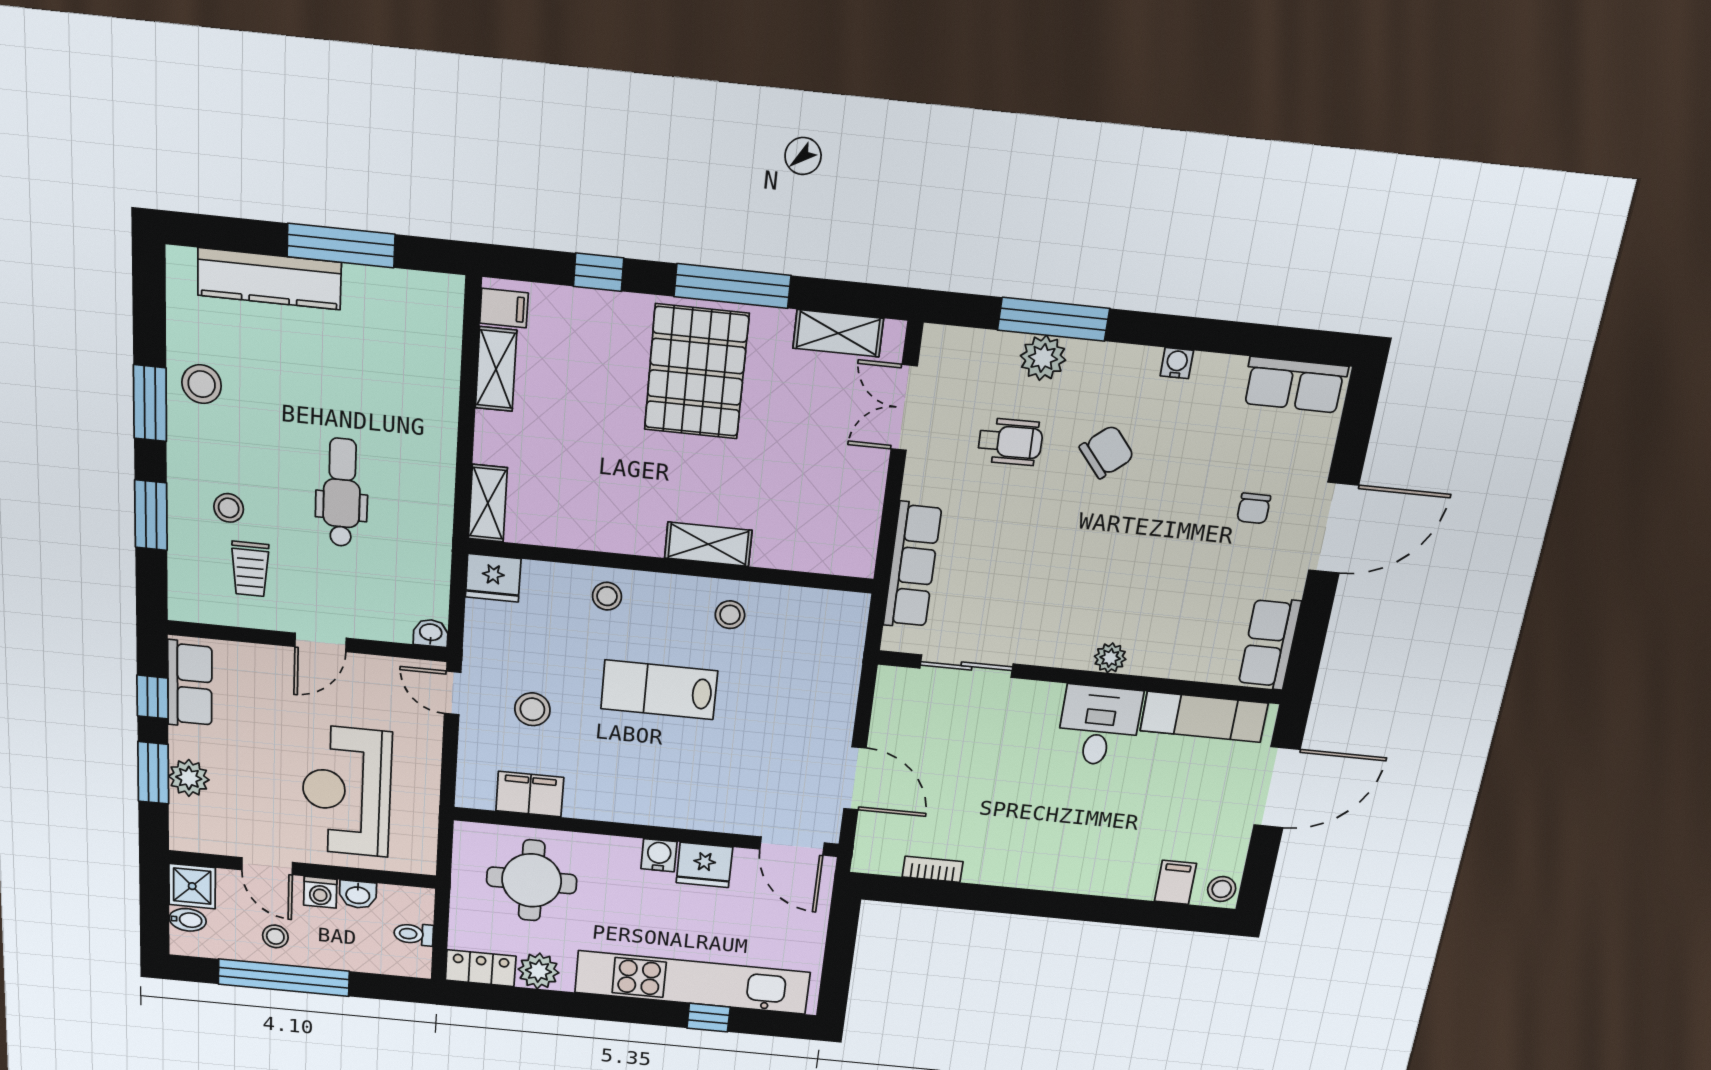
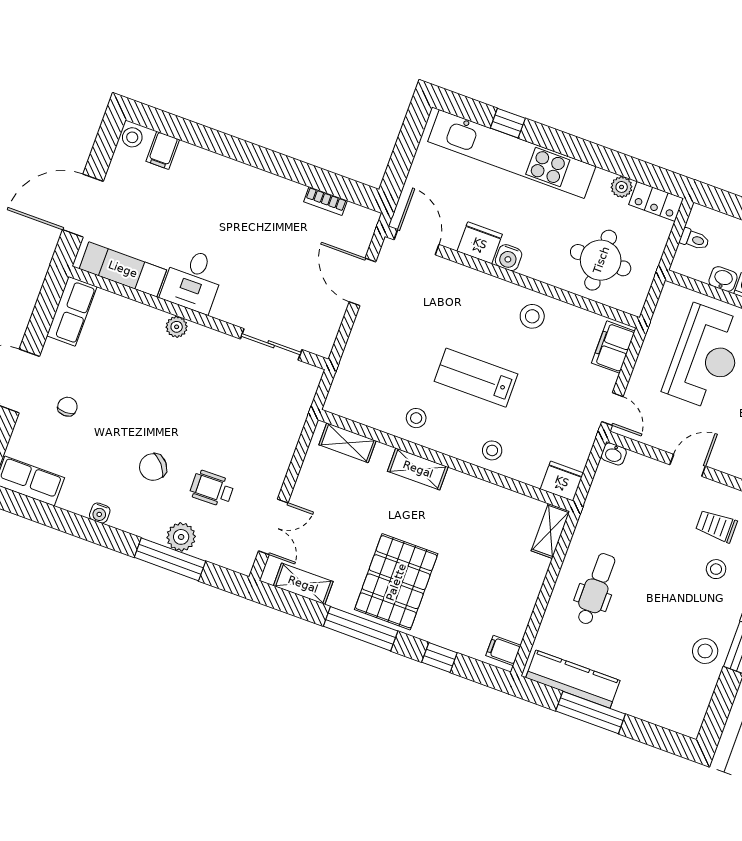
kitchen counter: (269, 279) -> (573, 679), moved
shelving: (496, 369) -> (348, 443), moved, turned 90
dental chair: (342, 493) -> (596, 589), moved, turned 180
row of seats: (912, 566) -> (291, 422), removed
trolley: (250, 569) -> (716, 526), turned -90
lab bench: (659, 690) -> (476, 378), turned 180
stool: (532, 709) -> (532, 316), moved
filing cabinet: (530, 794) -> (613, 347), moved, turned 90
plant: (538, 971) -> (622, 187), width x0.73, depth x0.73

